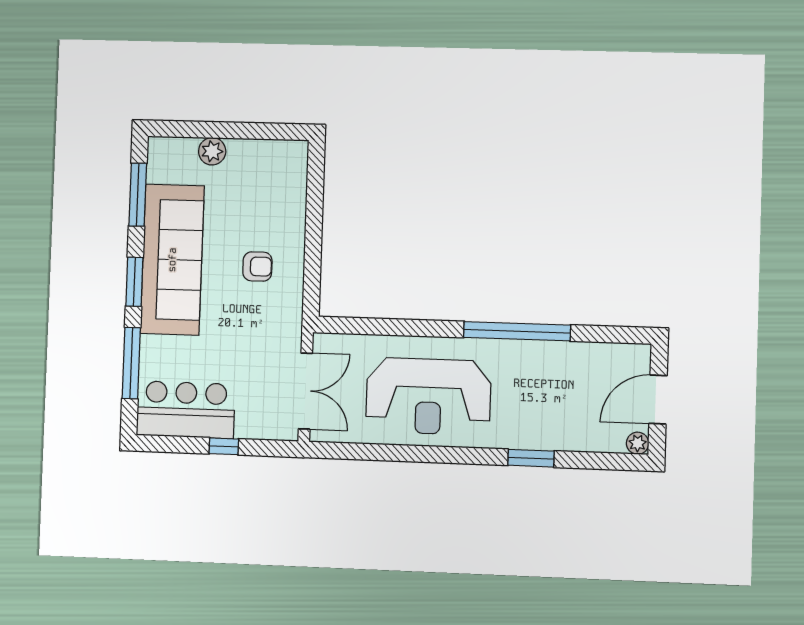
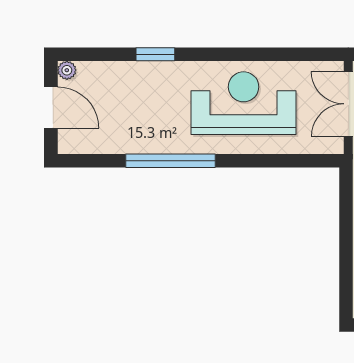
door: (658, 400) -> (51, 107), hinge flipped

